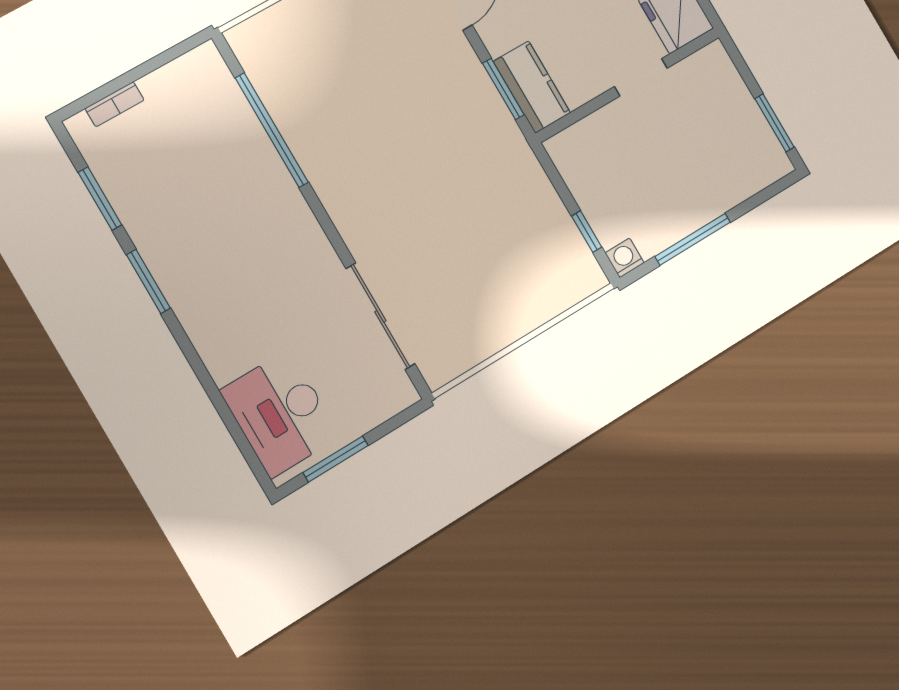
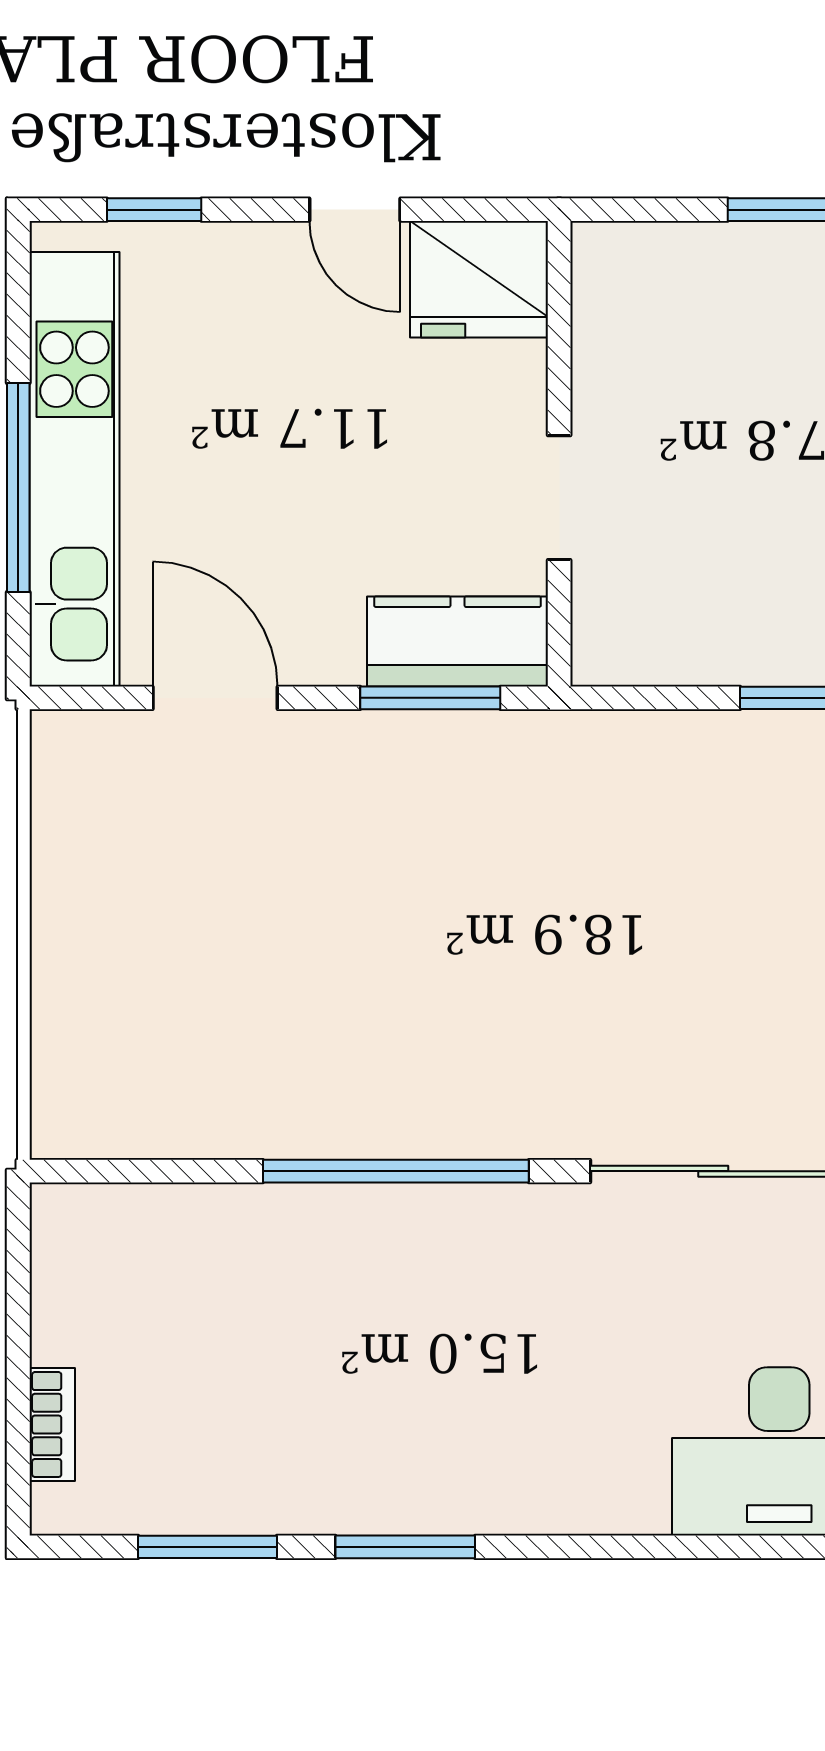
doorway: (641, 77) -> (559, 498), moved
window: (272, 130) -> (396, 1171), moved

